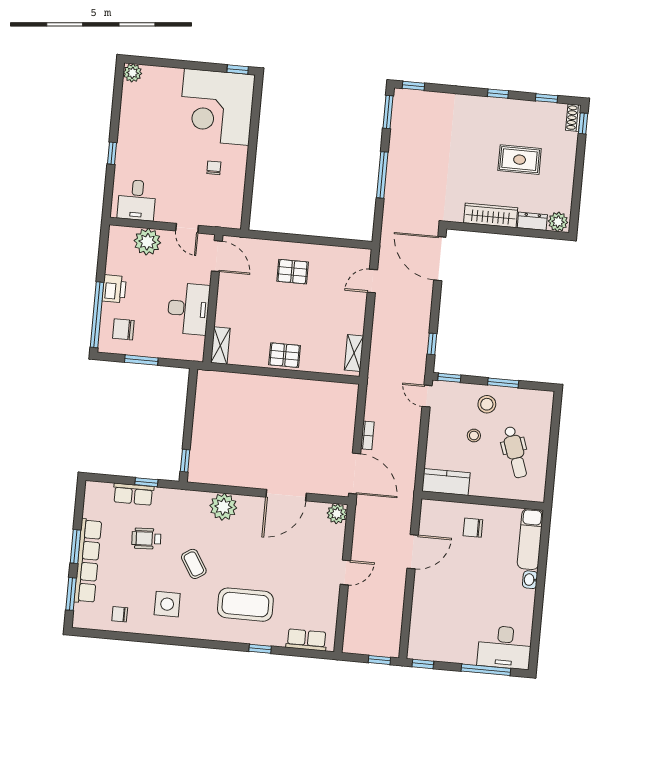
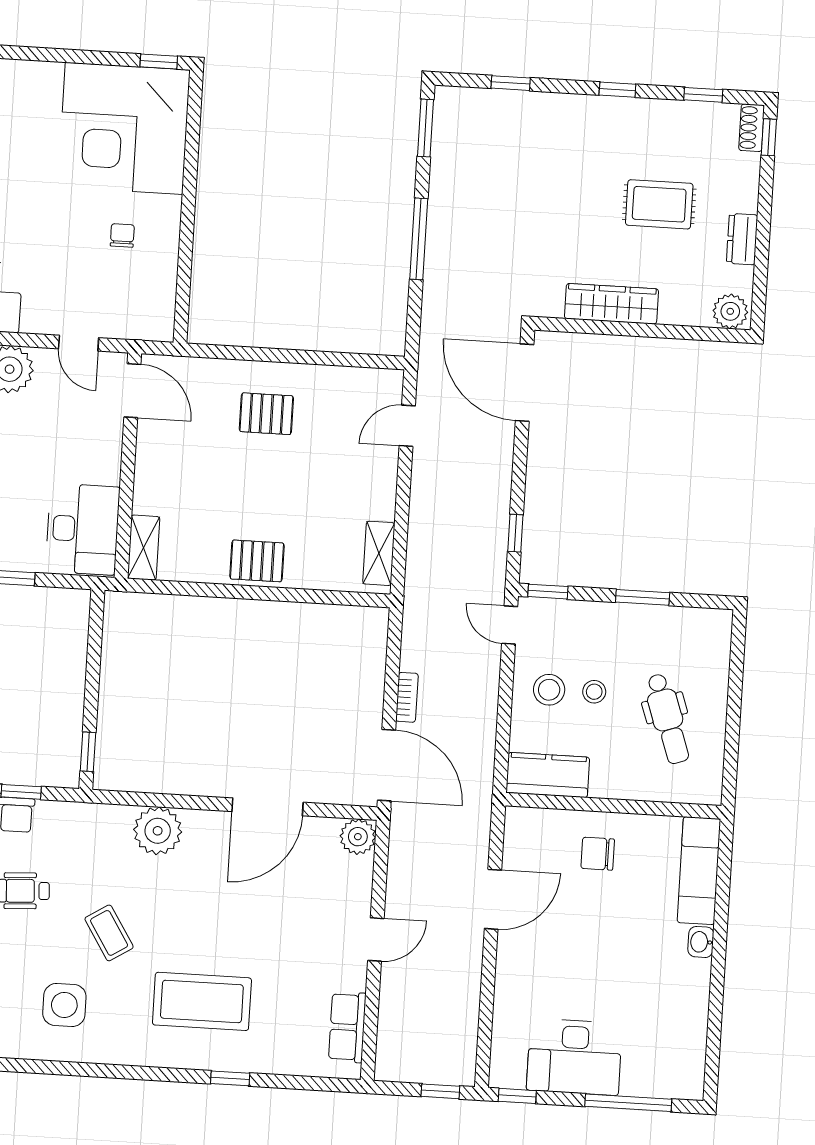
window: (413, 86) -> (511, 83), moved
dresser: (532, 221) -> (742, 239), moved, turned -90
desk: (188, 309) -> (83, 529), moved
stool: (487, 404) -> (549, 690), moved
row of seats: (306, 640) -> (347, 1027), moved, turned -90
desk: (505, 647) -> (574, 1057), moved

